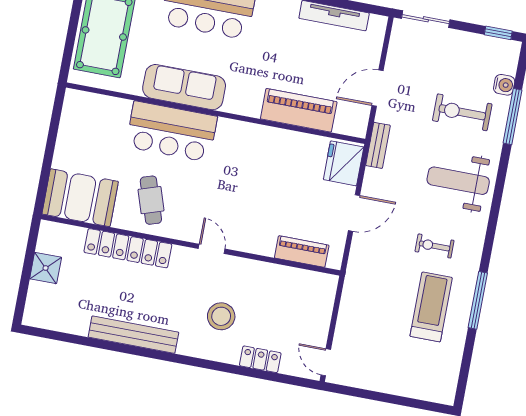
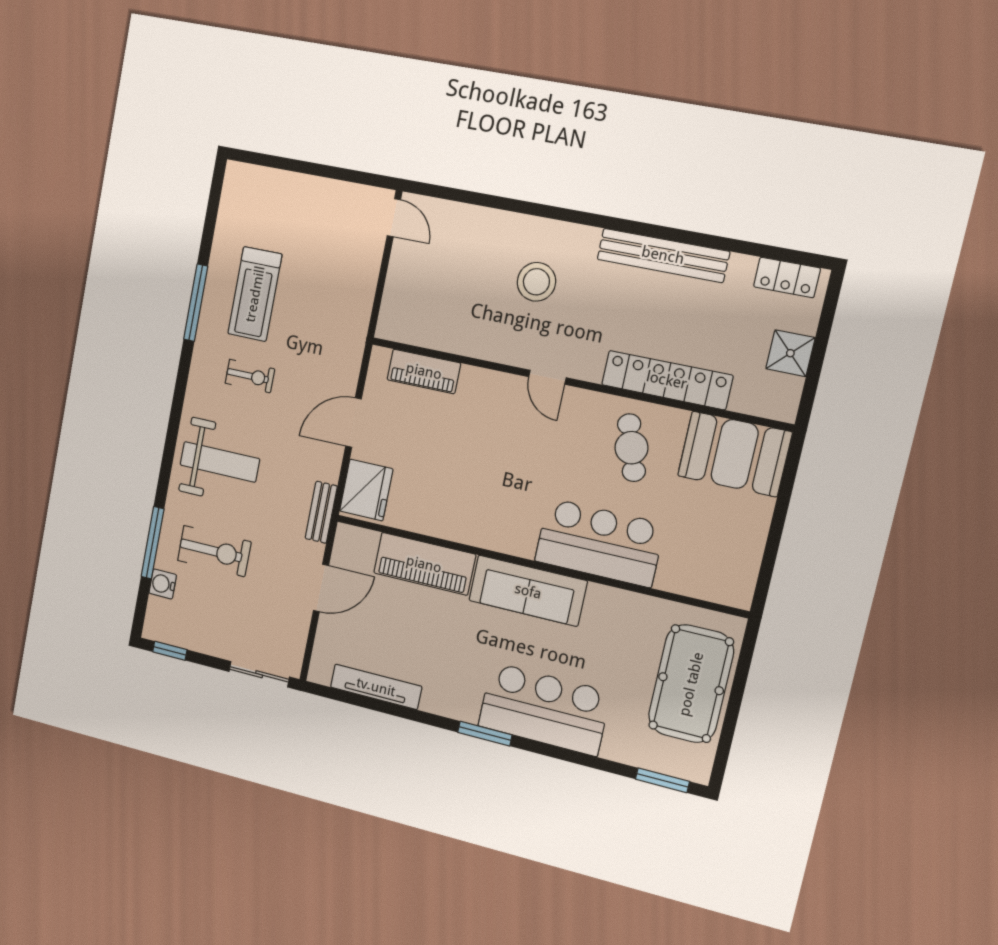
sofa: (184, 87) -> (528, 591), moved
locker: (260, 359) -> (787, 277), moved

